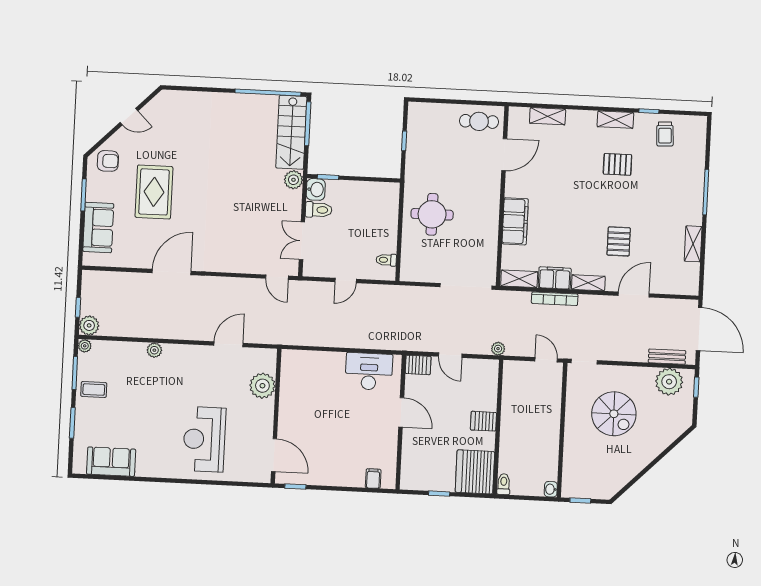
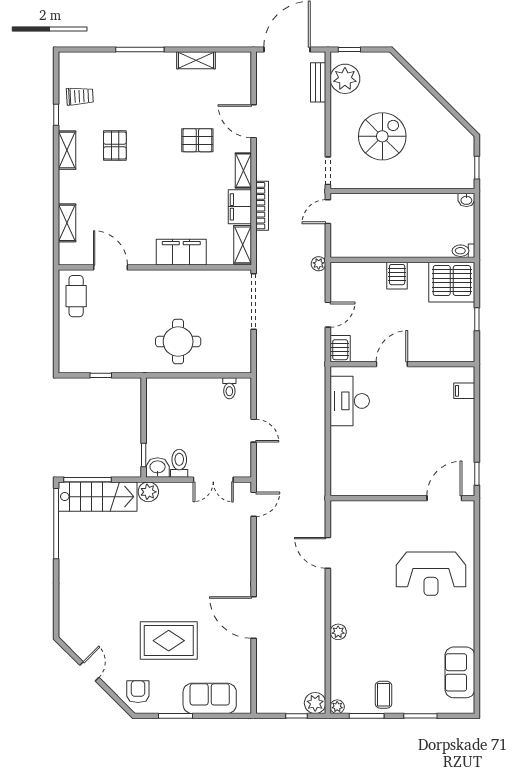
plant: (262, 386) -> (371, 514), removed

